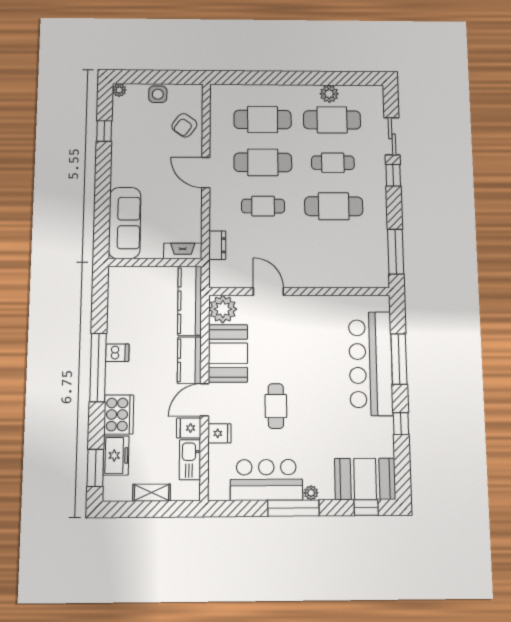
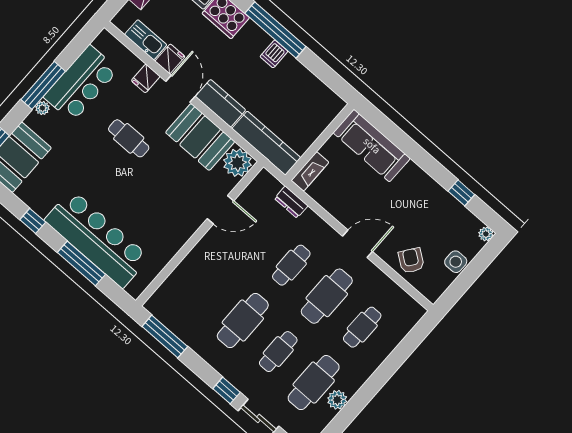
cafe table: (263, 119) -> (362, 327), width x0.73, depth x0.74

